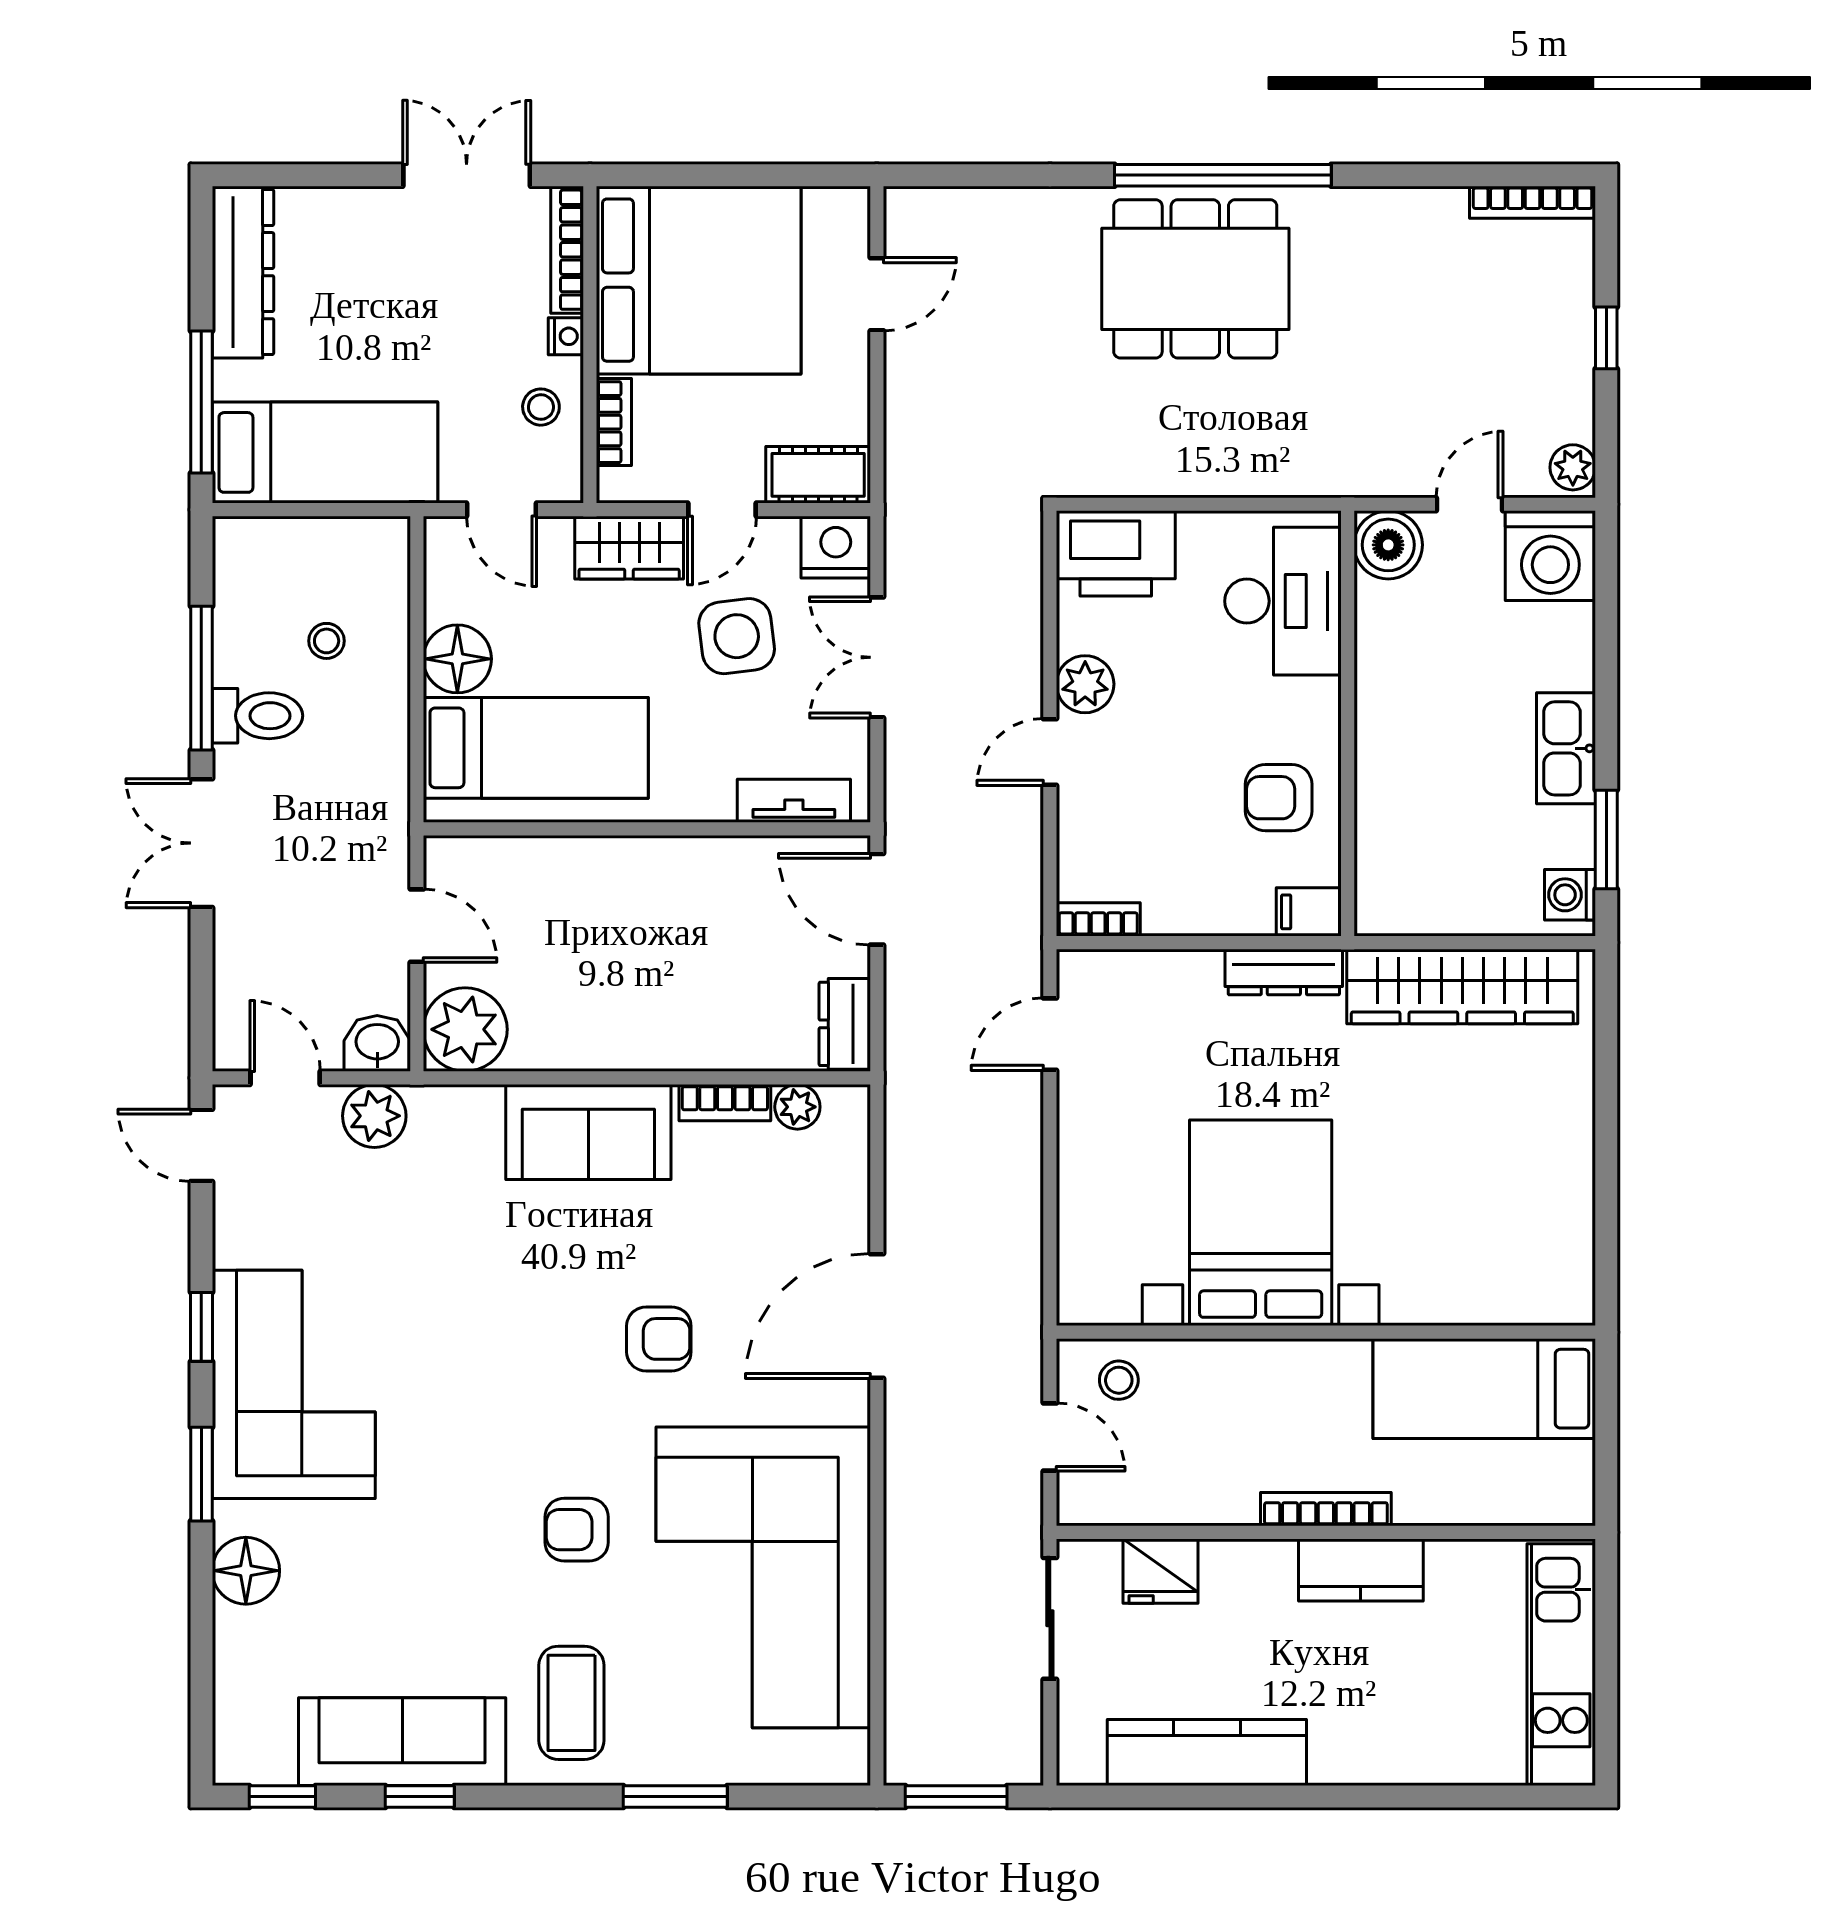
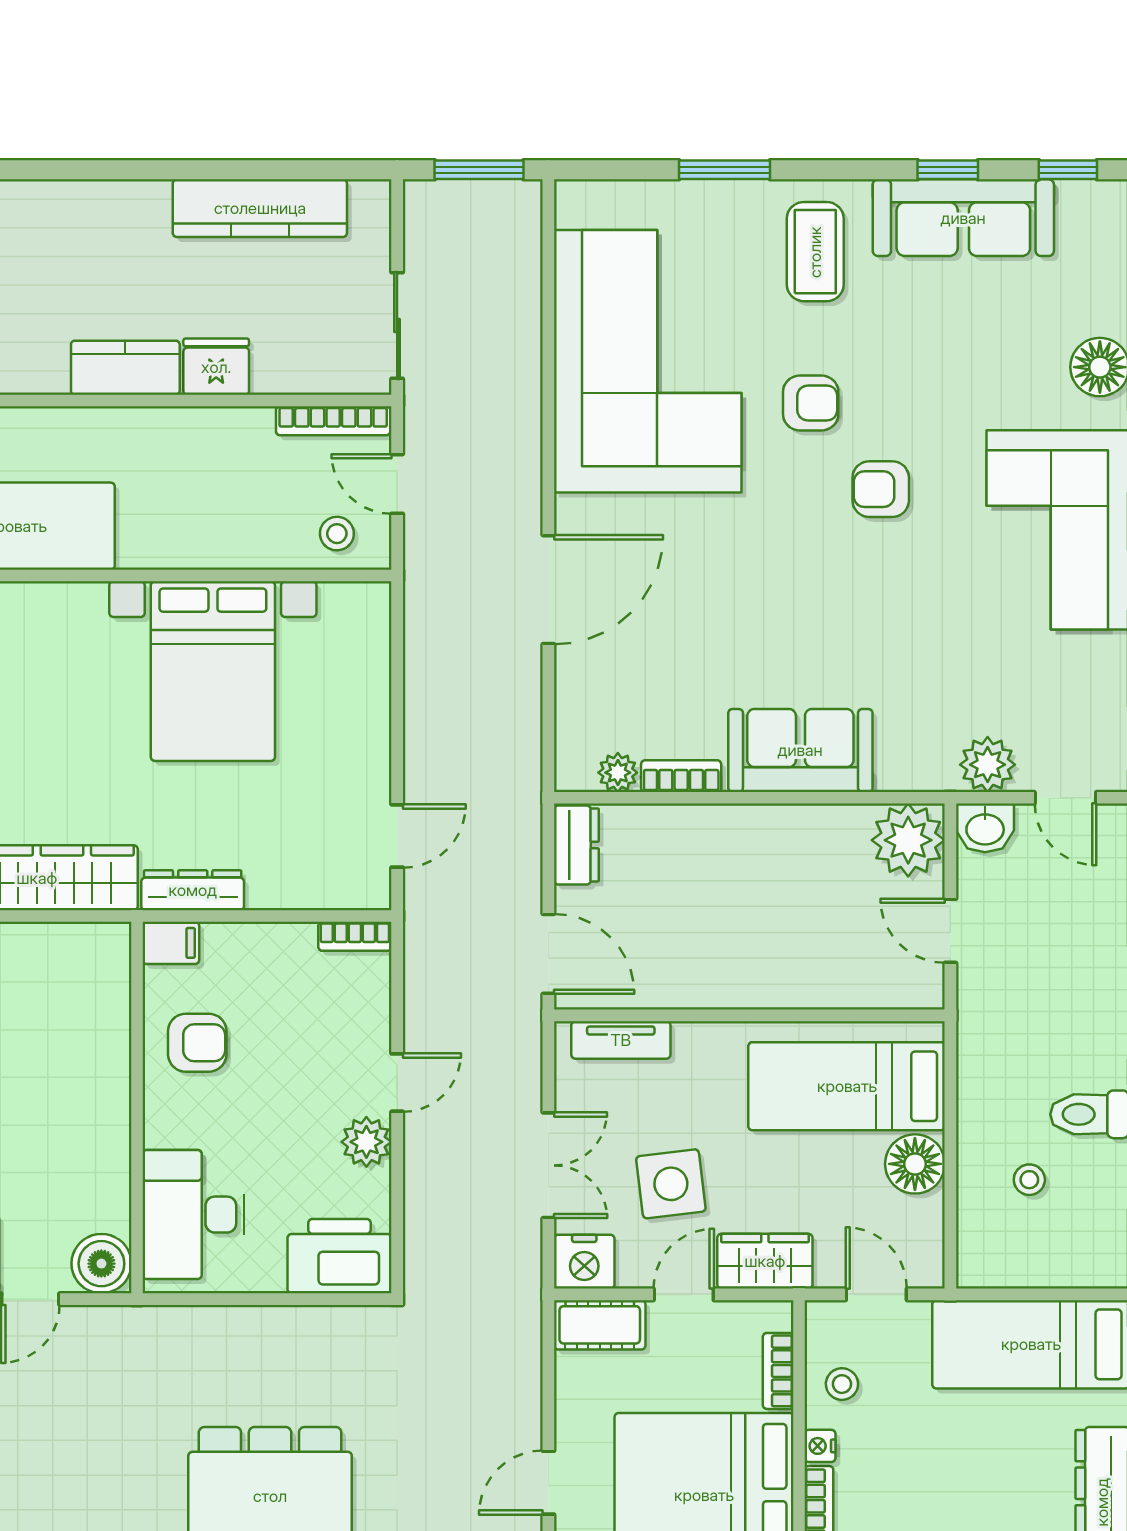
armchair: (659, 1339) -> (881, 489), moved
bookcase: (1326, 1509) -> (333, 421), moved
fridge: (1160, 1571) -> (216, 367), moved

